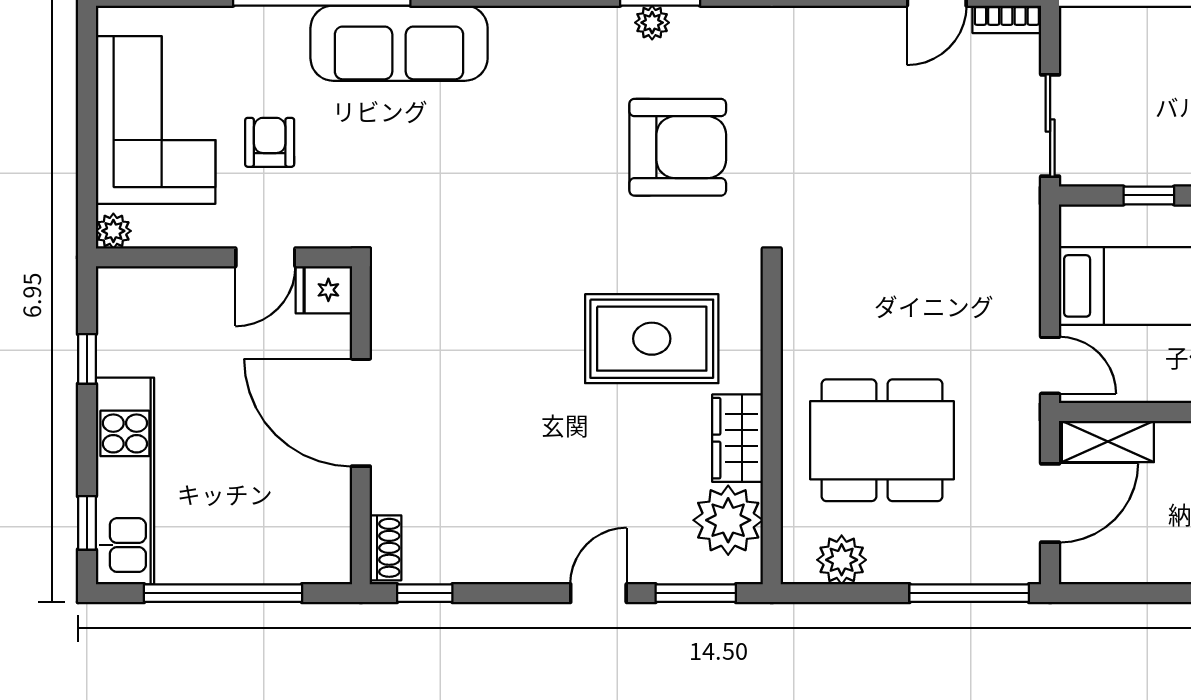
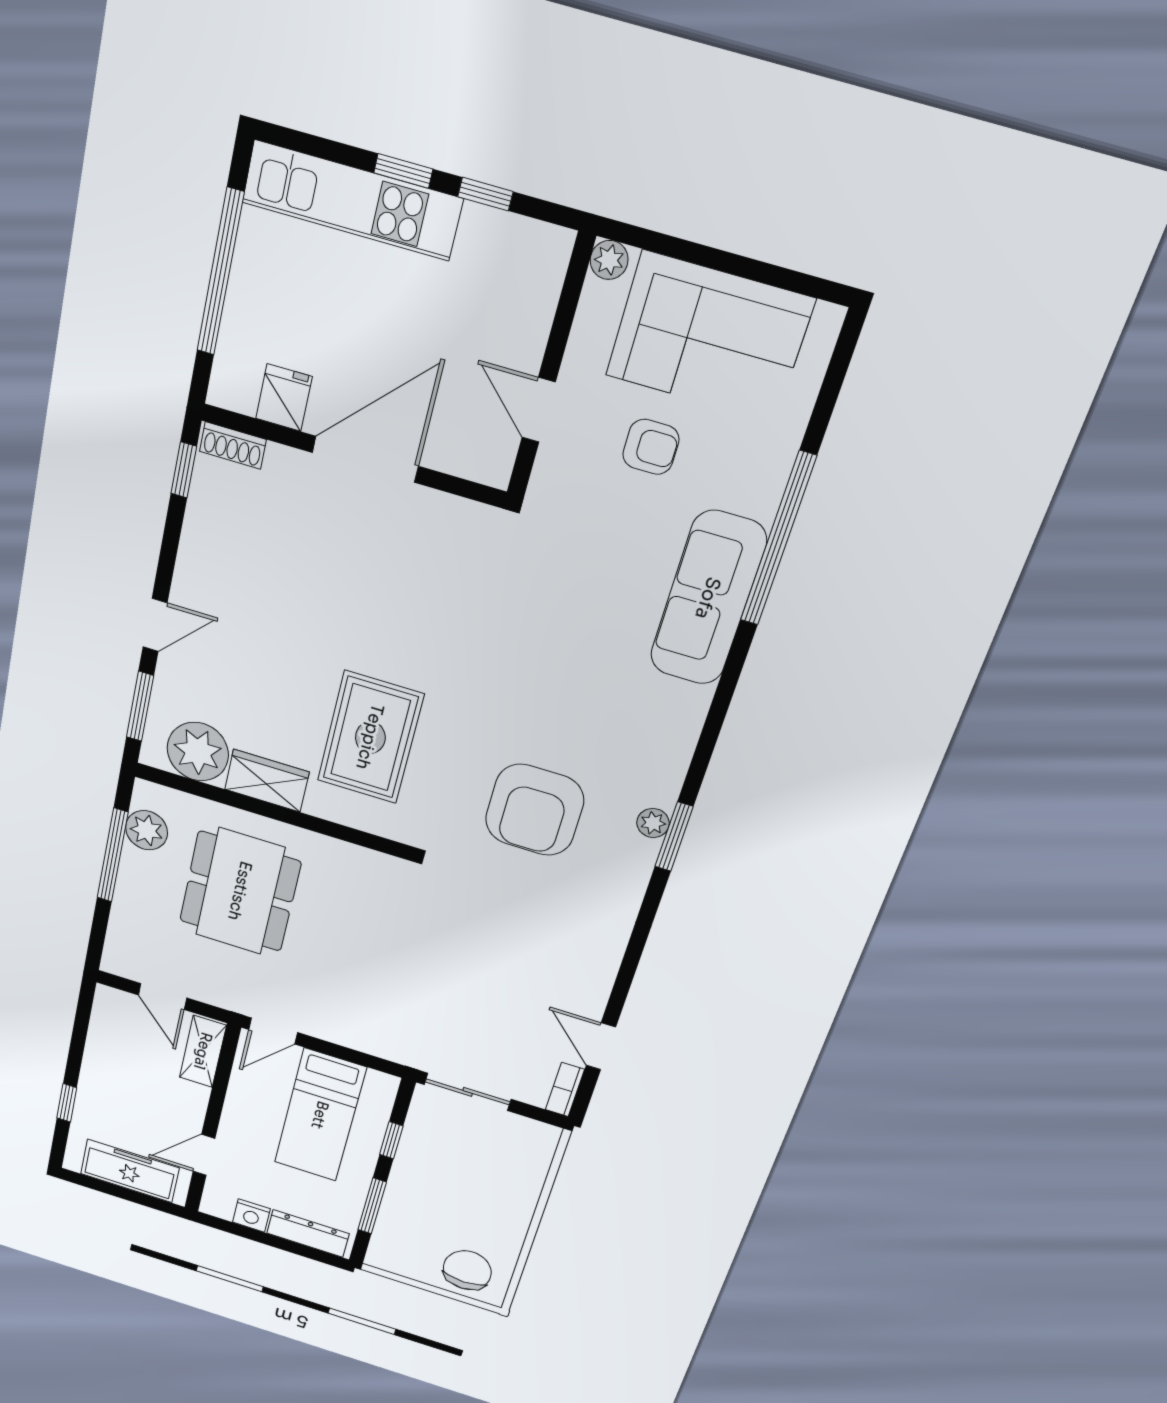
fridge: (324, 290) -> (284, 398), moved
door: (1050, 503) -> (162, 996), width x0.73
window: (87, 523) -> (403, 171), moved
door: (598, 593) -> (155, 625), hinge flipped
window: (969, 593) -> (113, 855), moved

